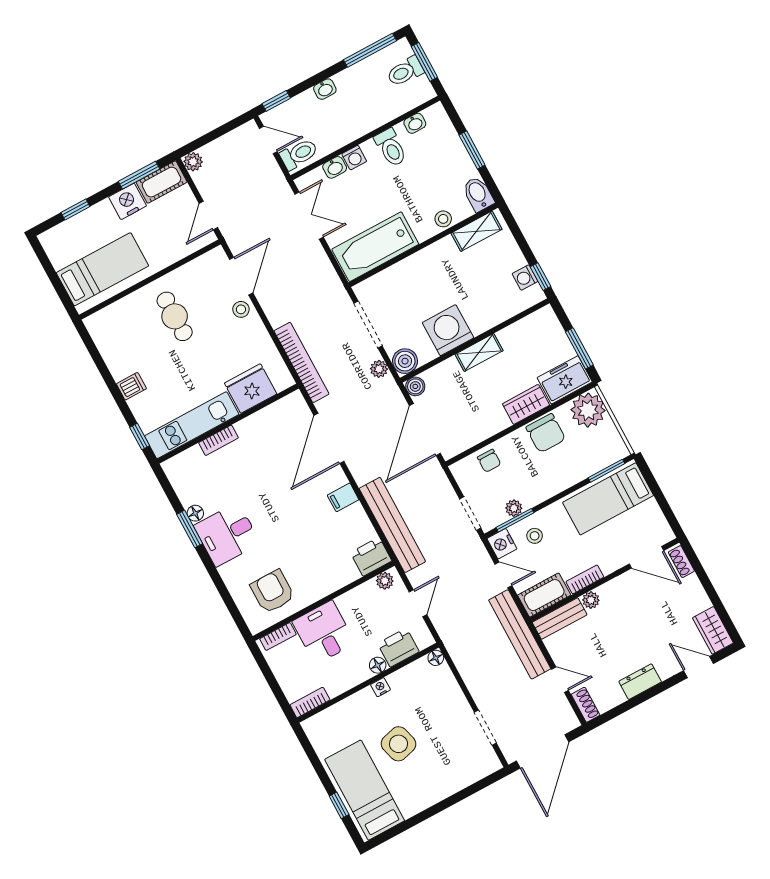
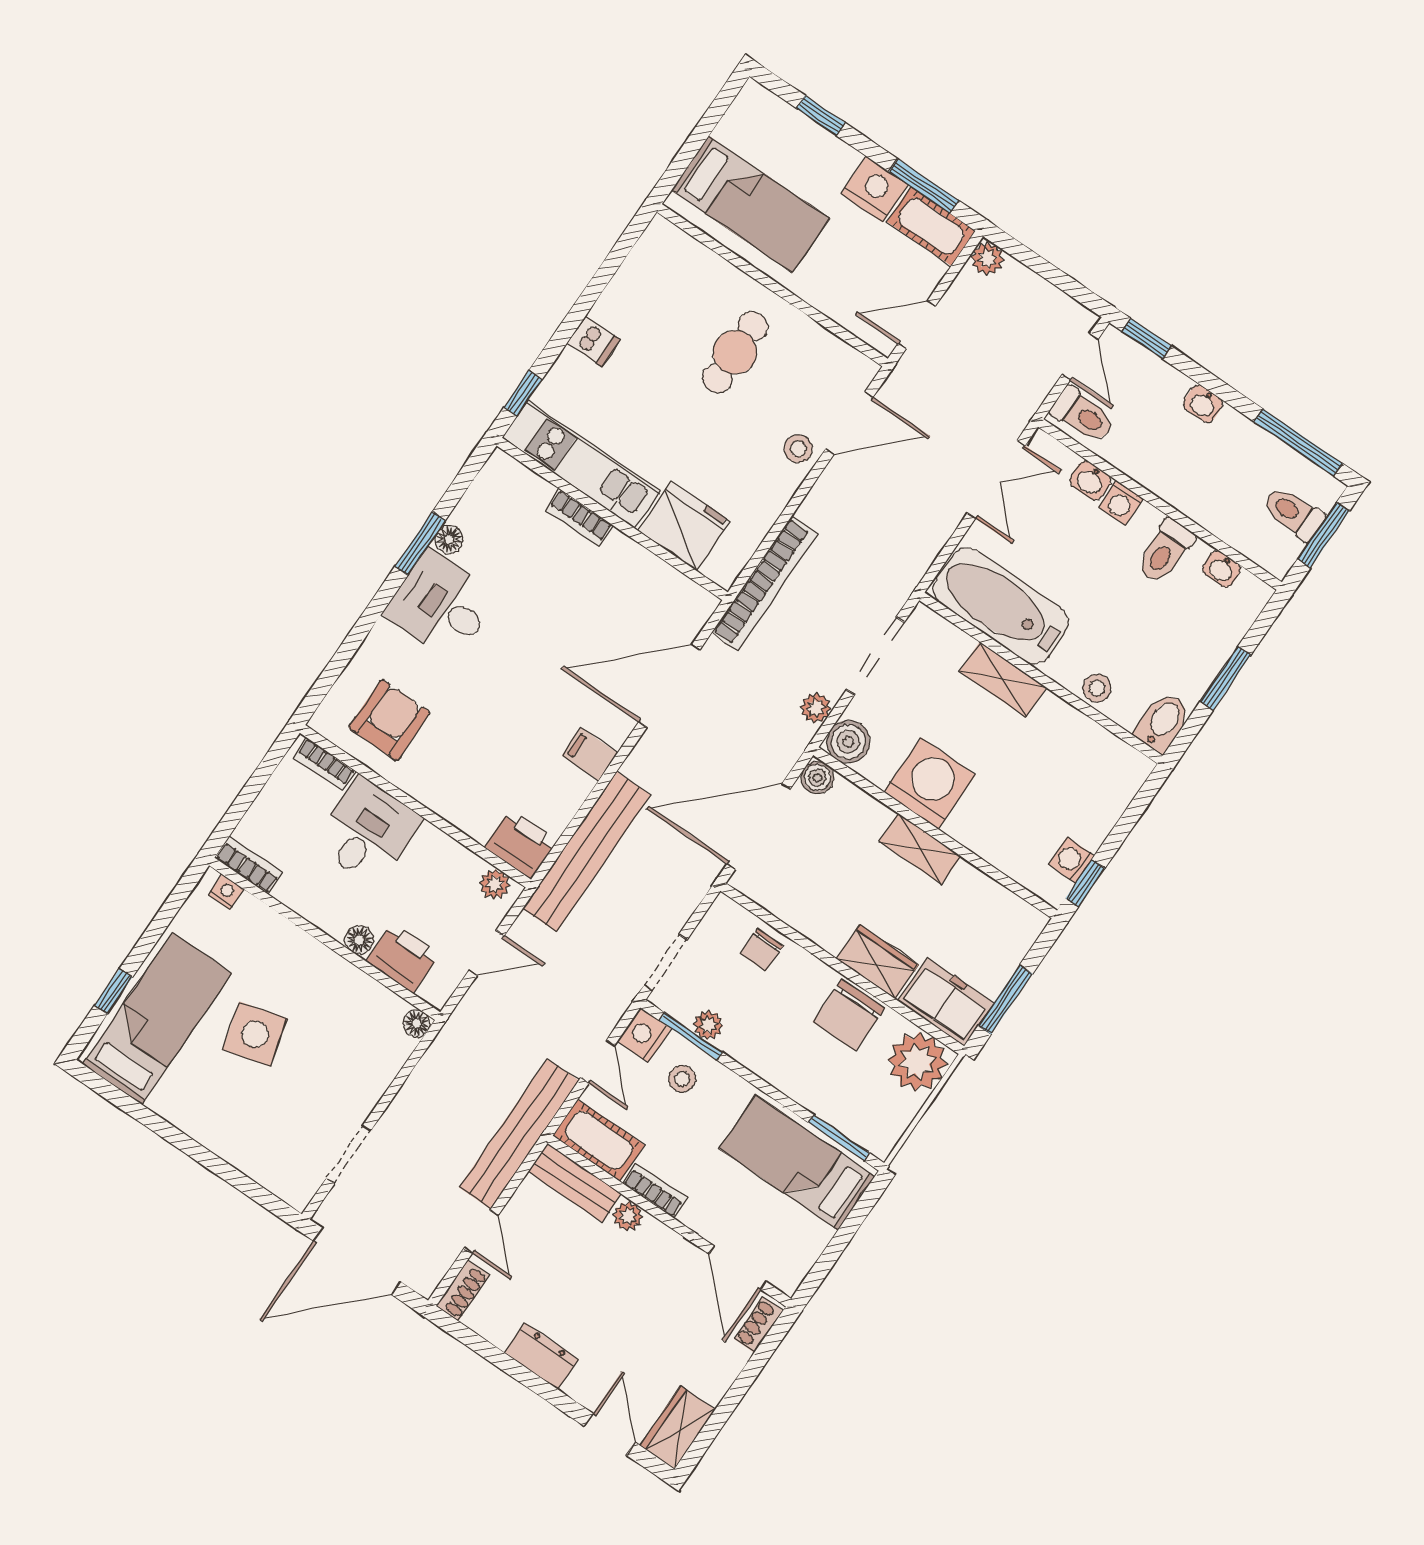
shelving: (477, 231) -> (1003, 680), moved
nightstand: (380, 687) -> (226, 892), moved

